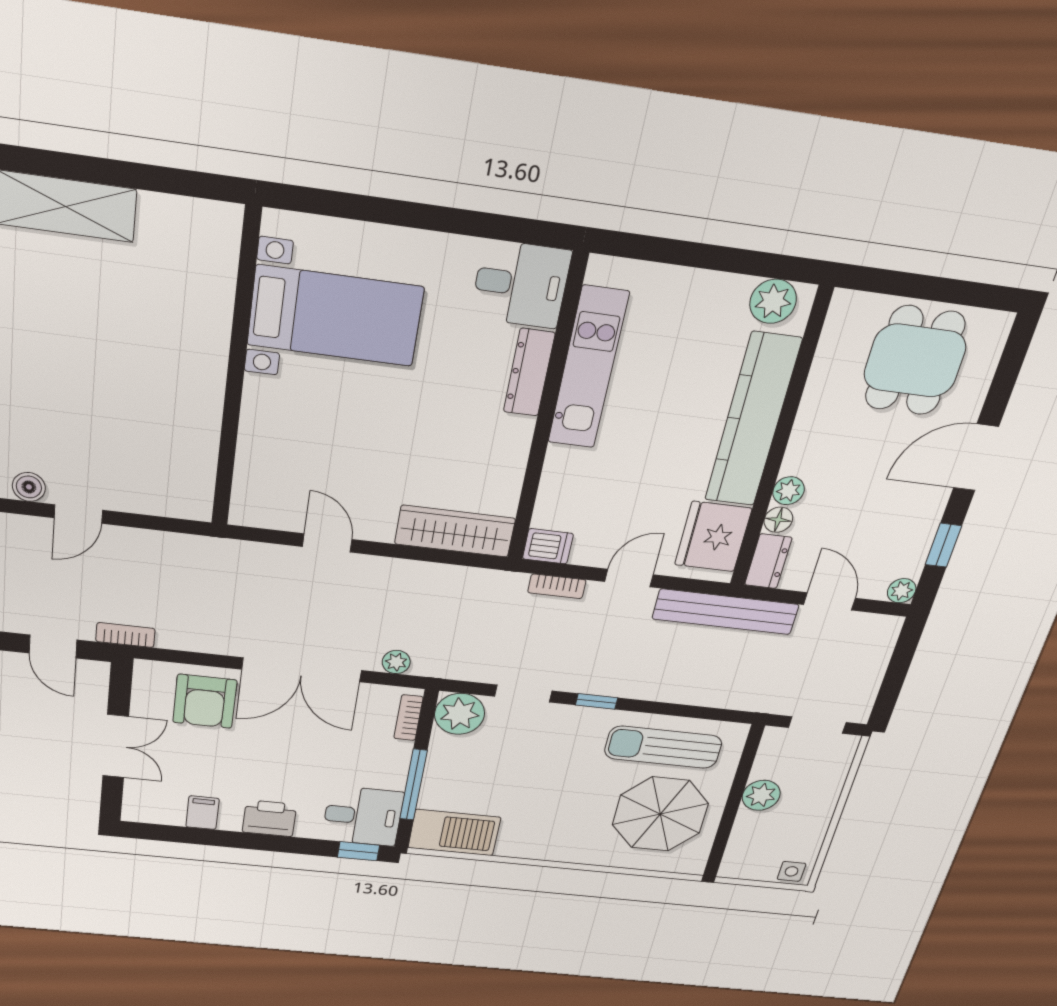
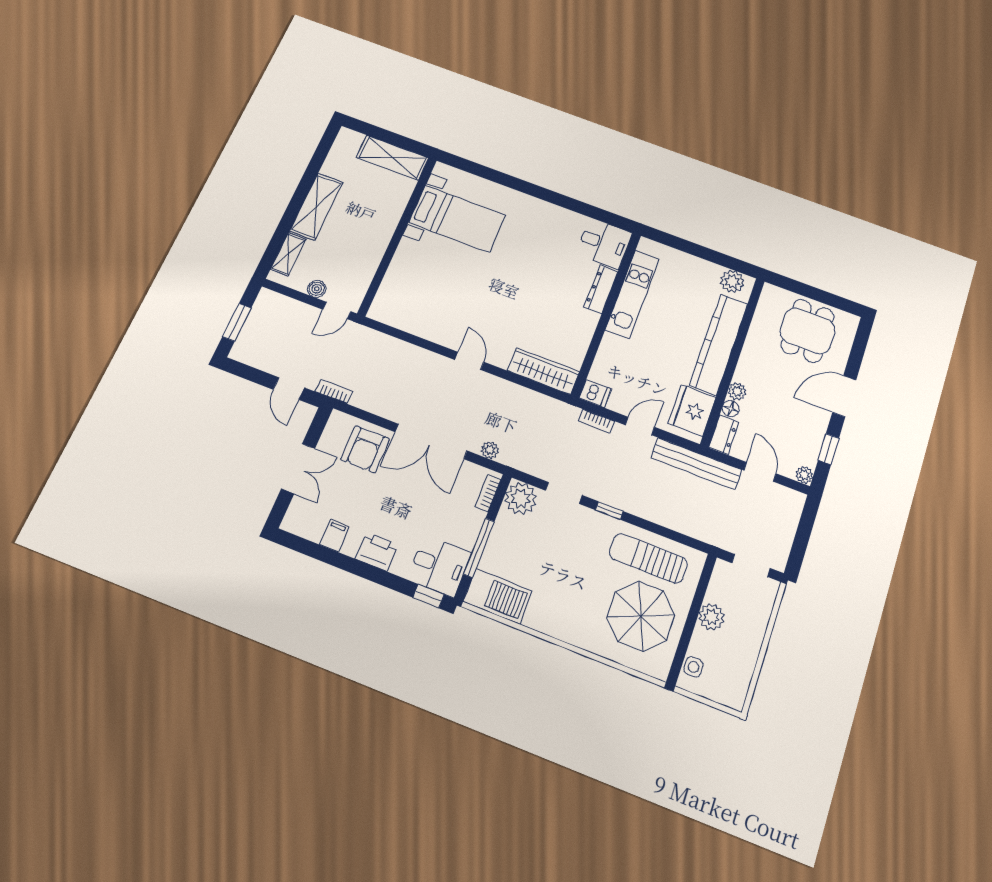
bed with nightstands: (335, 316) -> (457, 219), moved
wall: (236, 373) -> (398, 235), moved
side table: (791, 871) -> (694, 667), moved

